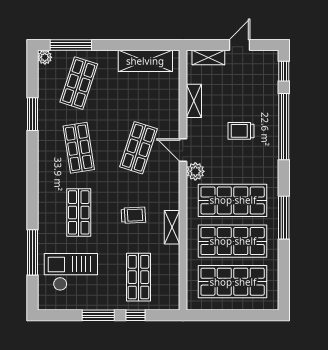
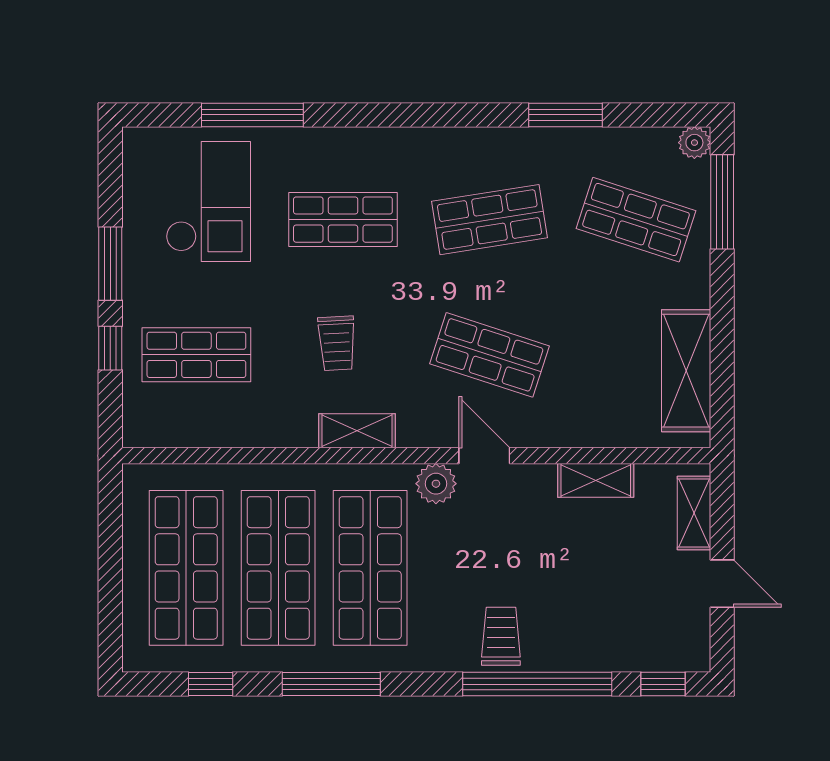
trolley: (241, 131) -> (501, 636), moved
door: (183, 150) -> (484, 456), hinge flipped
shelving: (172, 227) -> (357, 431), moved
window: (284, 271) -> (211, 684), added

